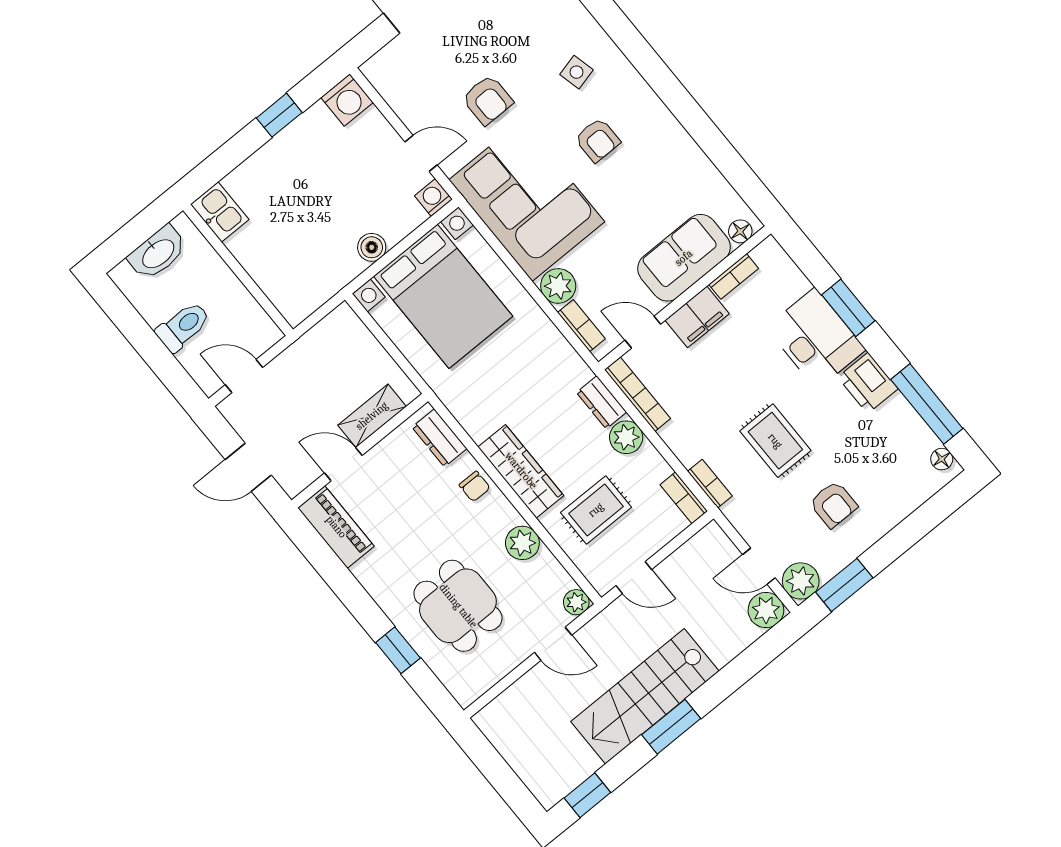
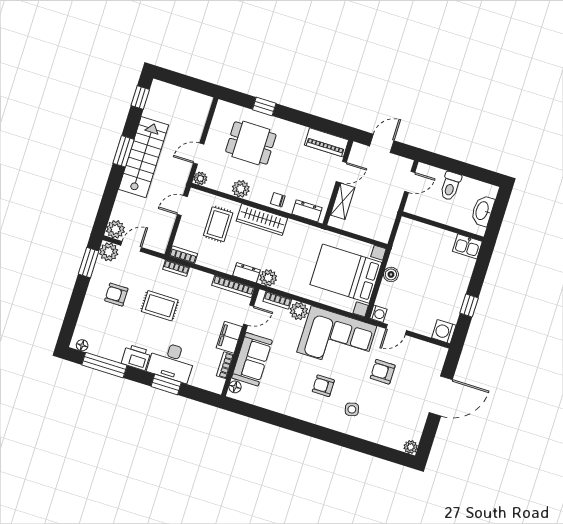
plant: (626, 437) -> (268, 278), moved

